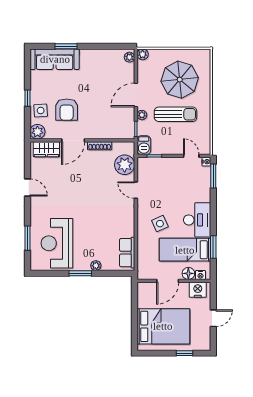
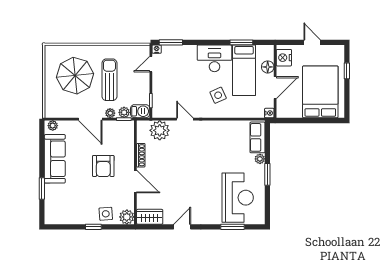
plant: (143, 54) -> (124, 112), moved
sofa: (55, 59) -> (55, 159), moved
armchair: (67, 110) -> (103, 166), moved, turned 90
wardrobe: (46, 149) -> (150, 217), moved, turned -90
door: (136, 190) -> (185, 119), swing flipped
reception desk: (57, 243) -> (238, 198), turned -90
row of seats: (127, 253) -> (257, 137), moved, turned 90
nightstand: (200, 275) -> (269, 113), moved
door: (168, 281) -> (275, 88), hinge flipped

